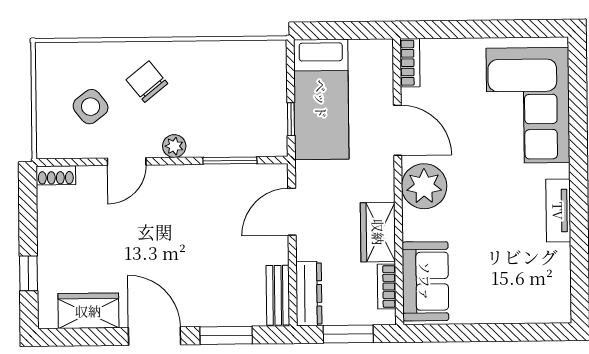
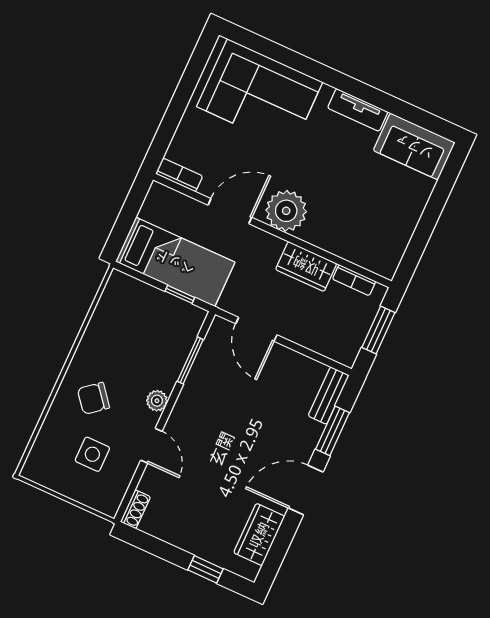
side table: (91, 107) -> (92, 454), turned 38
sofa: (425, 281) -> (414, 146), moved, turned 180
dresser: (309, 294) -> (330, 347), removed
bench: (278, 295) -> (329, 396), moved, turned 90

